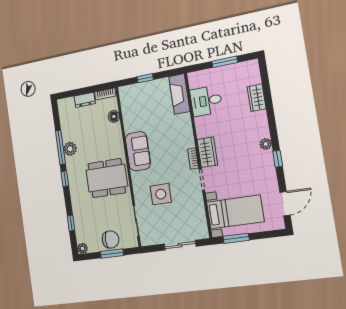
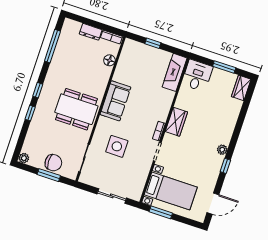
wardrobe: (256, 98) -> (241, 88), moved
desk: (206, 101) -> (197, 76), moved, turned 90
window: (60, 147) -> (52, 46), moved
plant: (70, 149) -> (56, 67), removed
wardrobe: (207, 152) -> (176, 122), moved
window: (71, 223) -> (30, 113), moved

